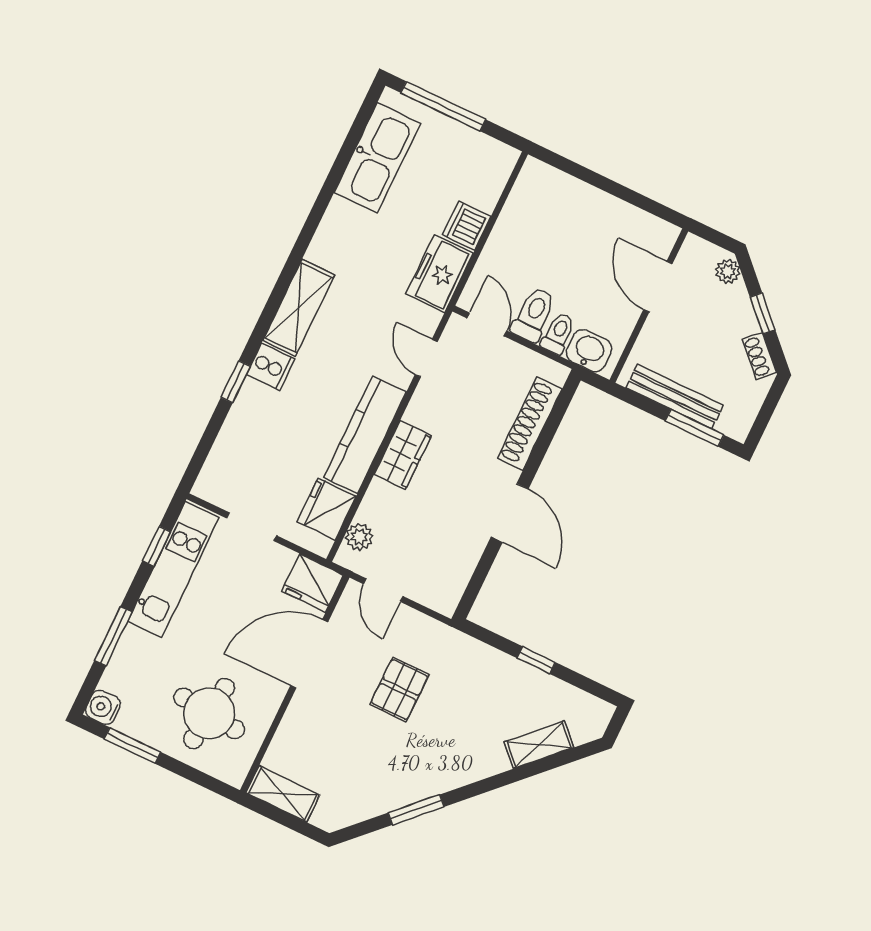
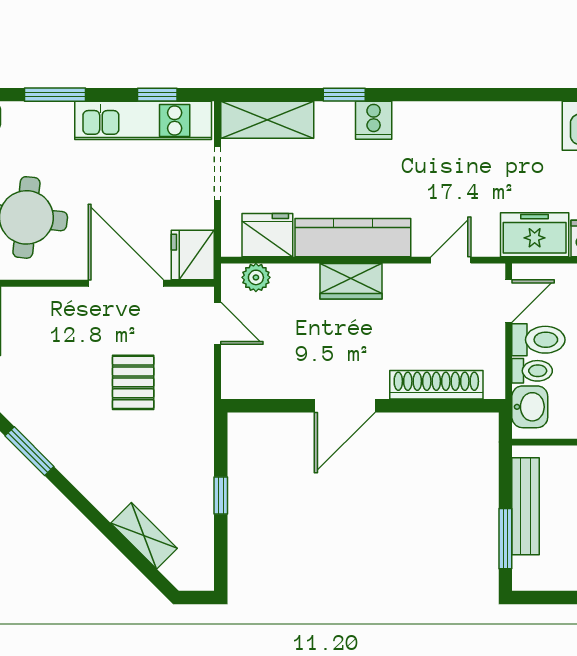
shelving: (299, 308) -> (267, 120), moved
door: (383, 590) -> (217, 323), swing flipped
pallet: (399, 689) -> (133, 382), turned 90

